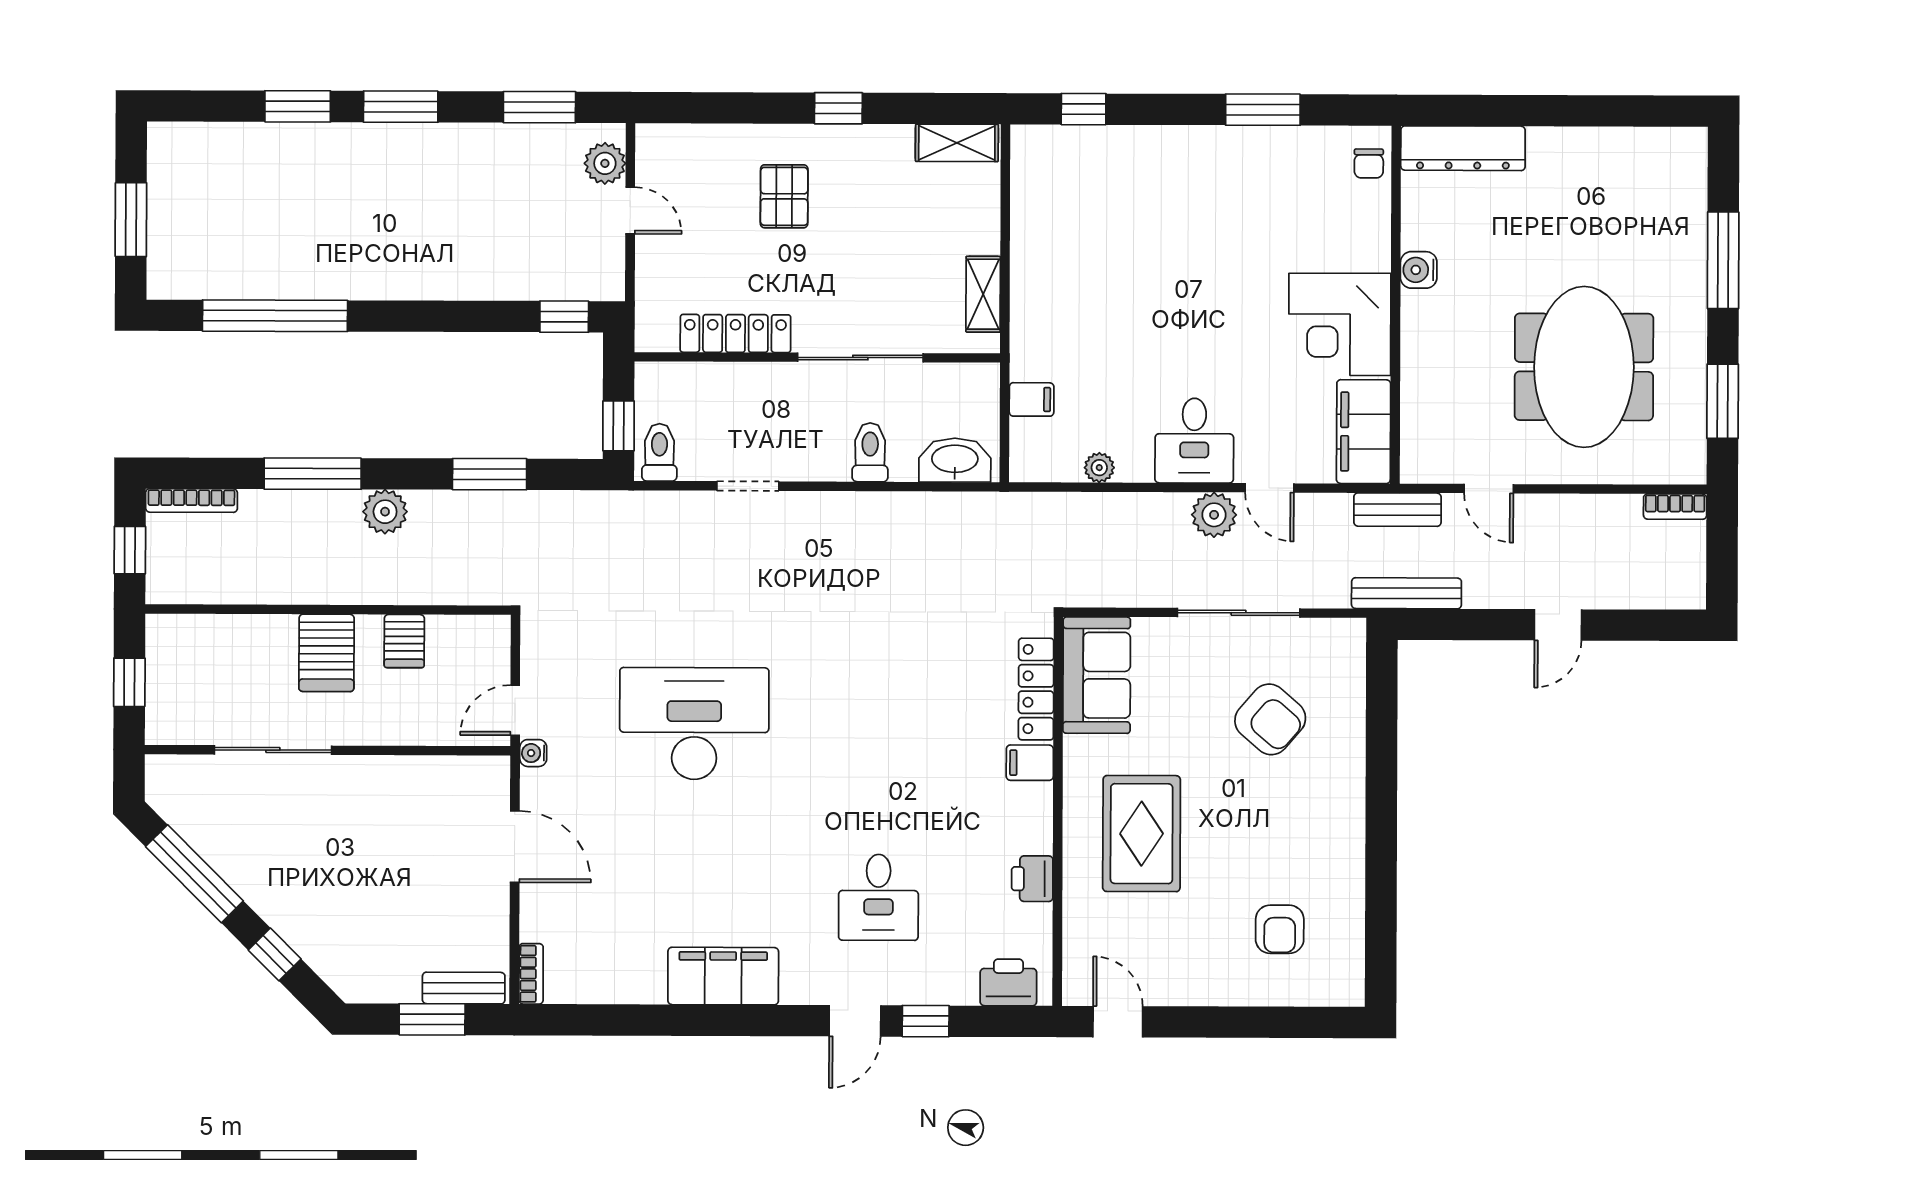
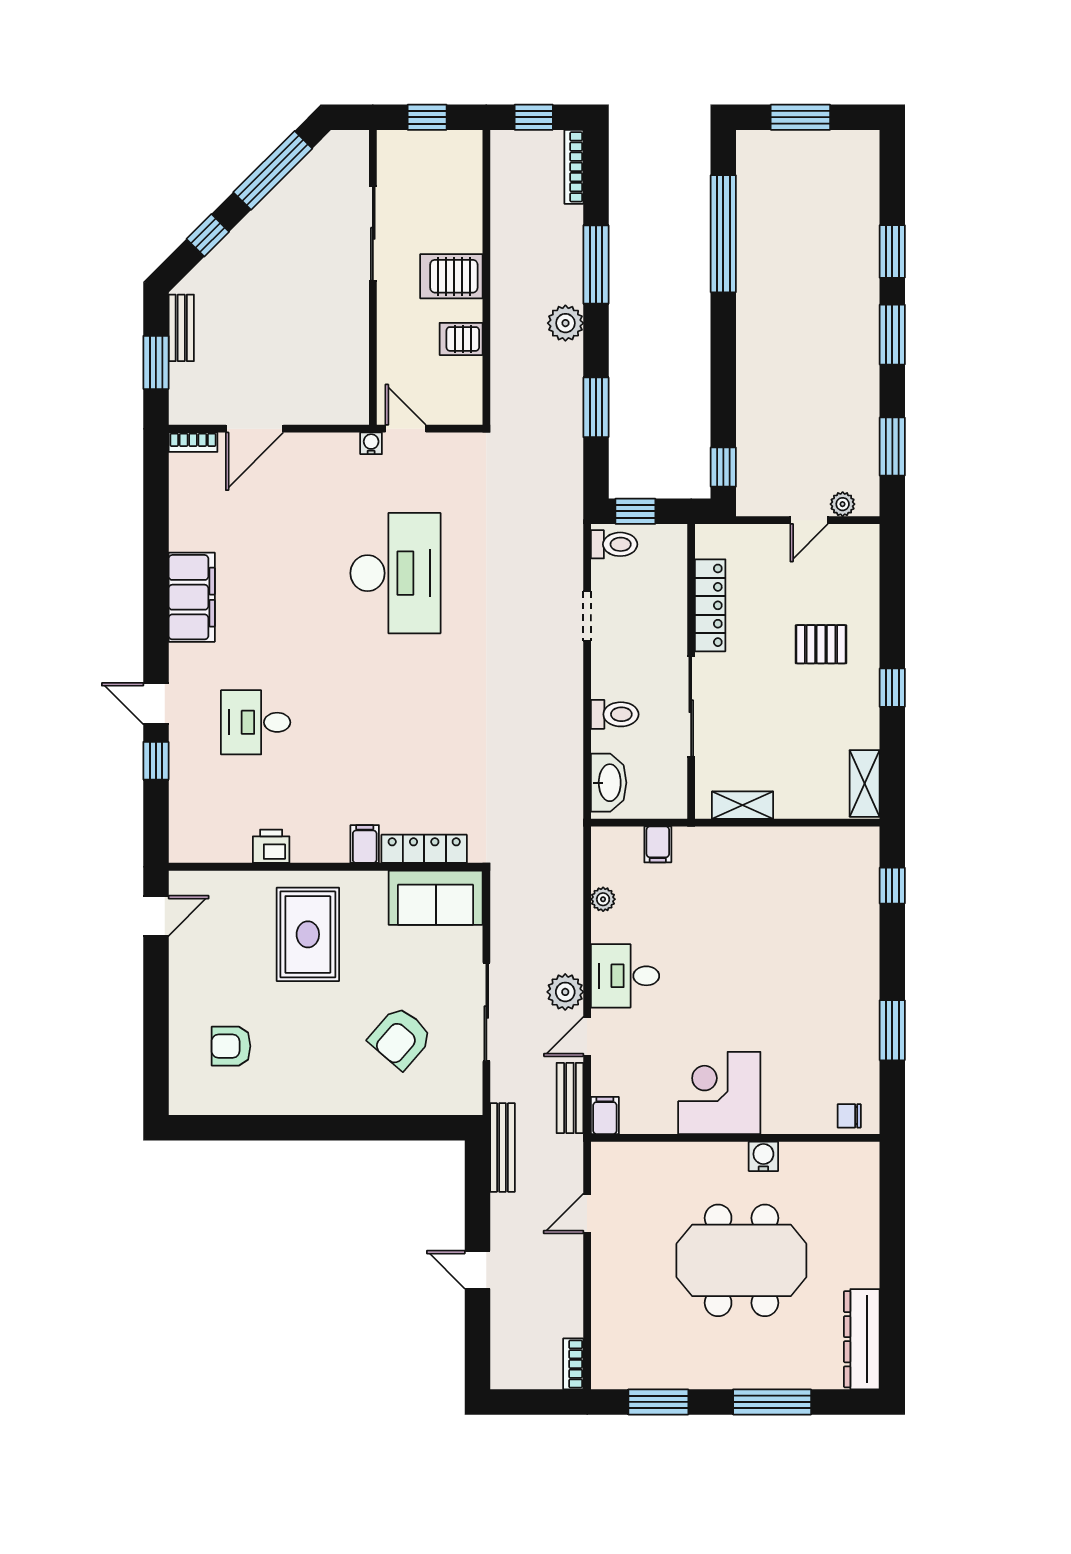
dresser: (1463, 148) -> (862, 1339), moved
plant: (605, 163) -> (843, 504), width x0.73, depth x0.73
meeting table: (1584, 367) -> (741, 1260), moved
filing cabinet: (1364, 432) -> (605, 1115), width x0.33, depth x0.86
bench: (1397, 510) -> (570, 1098), moved
rug: (1142, 834) -> (308, 934), turned 90
door: (515, 847) -> (255, 429), moved
printer: (1008, 982) -> (187, 827), removed
bench: (464, 988) -> (181, 328), moved

